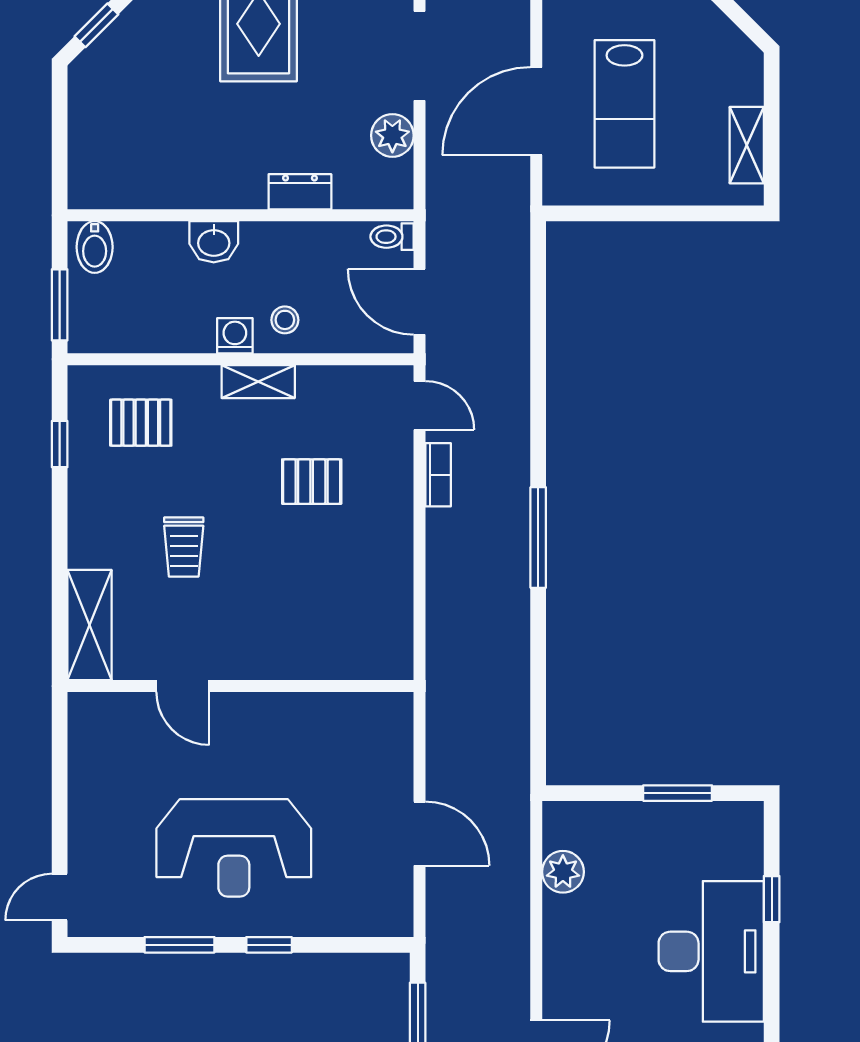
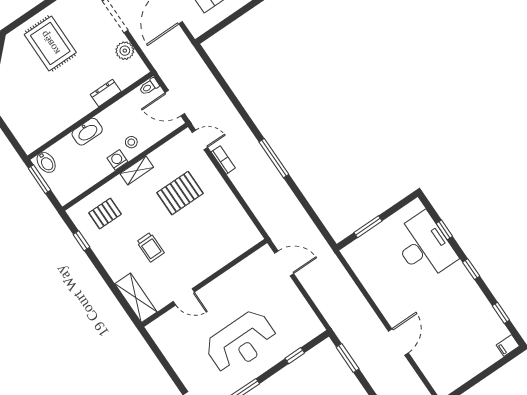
washbasin: (214, 242) -> (87, 132), width x1.38
window: (60, 305) -> (39, 179), moved
pallet: (312, 482) -> (180, 193), width x1.50, depth x1.42
window: (678, 793) -> (368, 227), moved
door: (420, 834) -> (284, 263), moved
plant: (563, 872) -> (364, 271), removed
window: (269, 945) -> (295, 356), moved
desk: (711, 951) -> (424, 246), moved
window: (772, 1010) -> (471, 269), added

